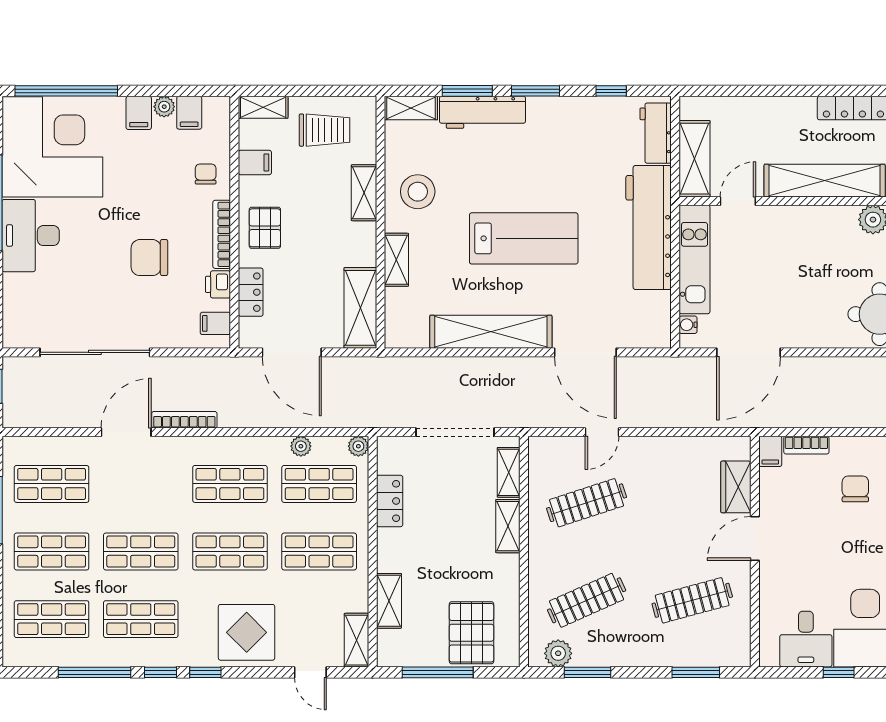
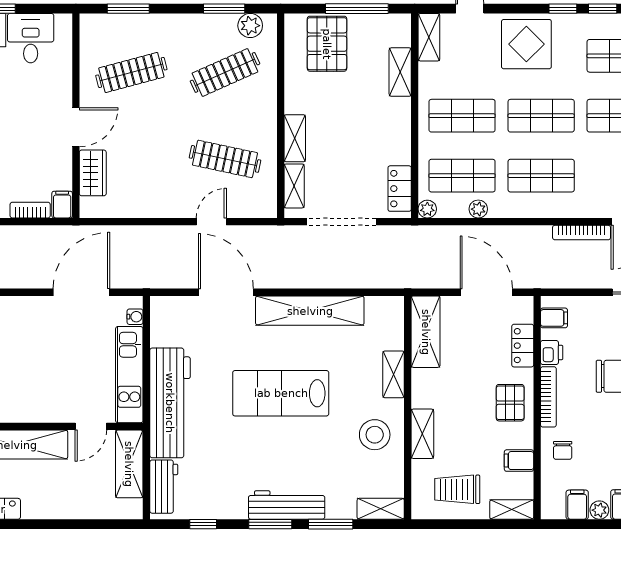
workbench: (483, 112) -> (287, 505), moved
locker: (390, 501) -> (400, 189), moved
clothes rail: (587, 503) -> (225, 159), turned 30

